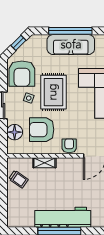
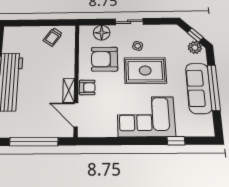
plant: (31, 44) -> (195, 48), added
armchair: (22, 74) -> (163, 39), removed
armchair: (42, 130) -> (105, 59), turned -90
shelving: (44, 163) -> (69, 90), moved

